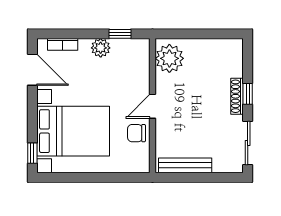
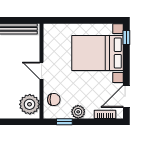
door: (32, 70) -> (126, 96), hinge flipped
door: (153, 106) -> (41, 71), swing flipped
chair: (137, 133) -> (54, 100), moved

